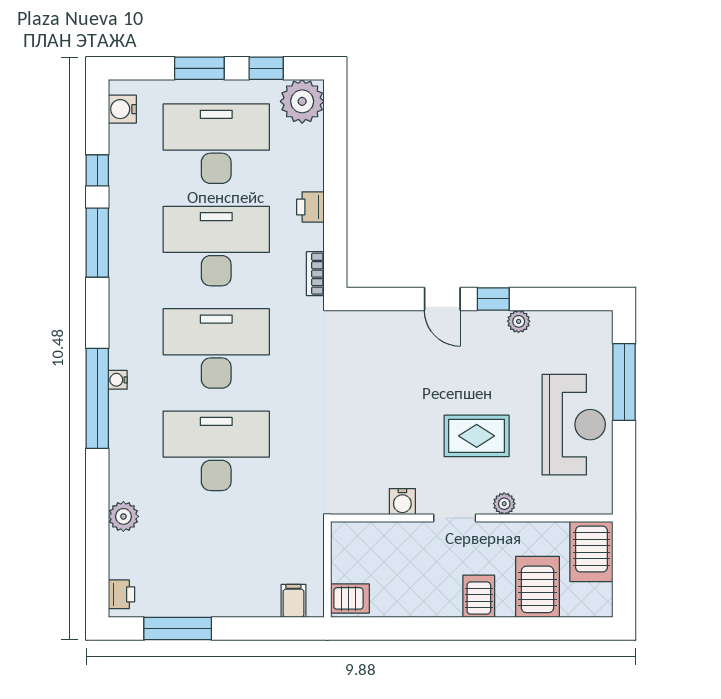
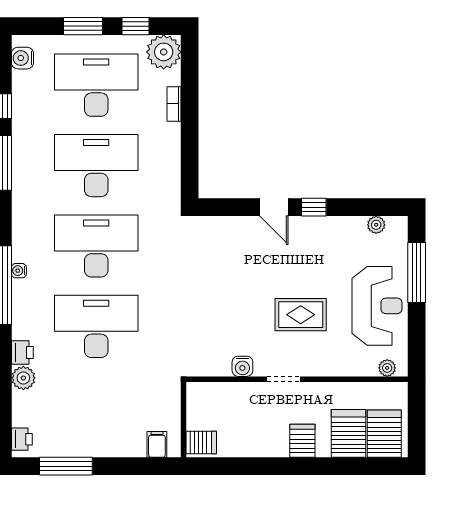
printer: (310, 207) -> (22, 353), moved, turned 180
bookcase: (315, 274) -> (174, 104), moved
plant: (519, 321) -> (376, 225), moved
plant: (504, 504) -> (387, 368), moved
server rack: (591, 551) -> (384, 434), moved, turned 180

